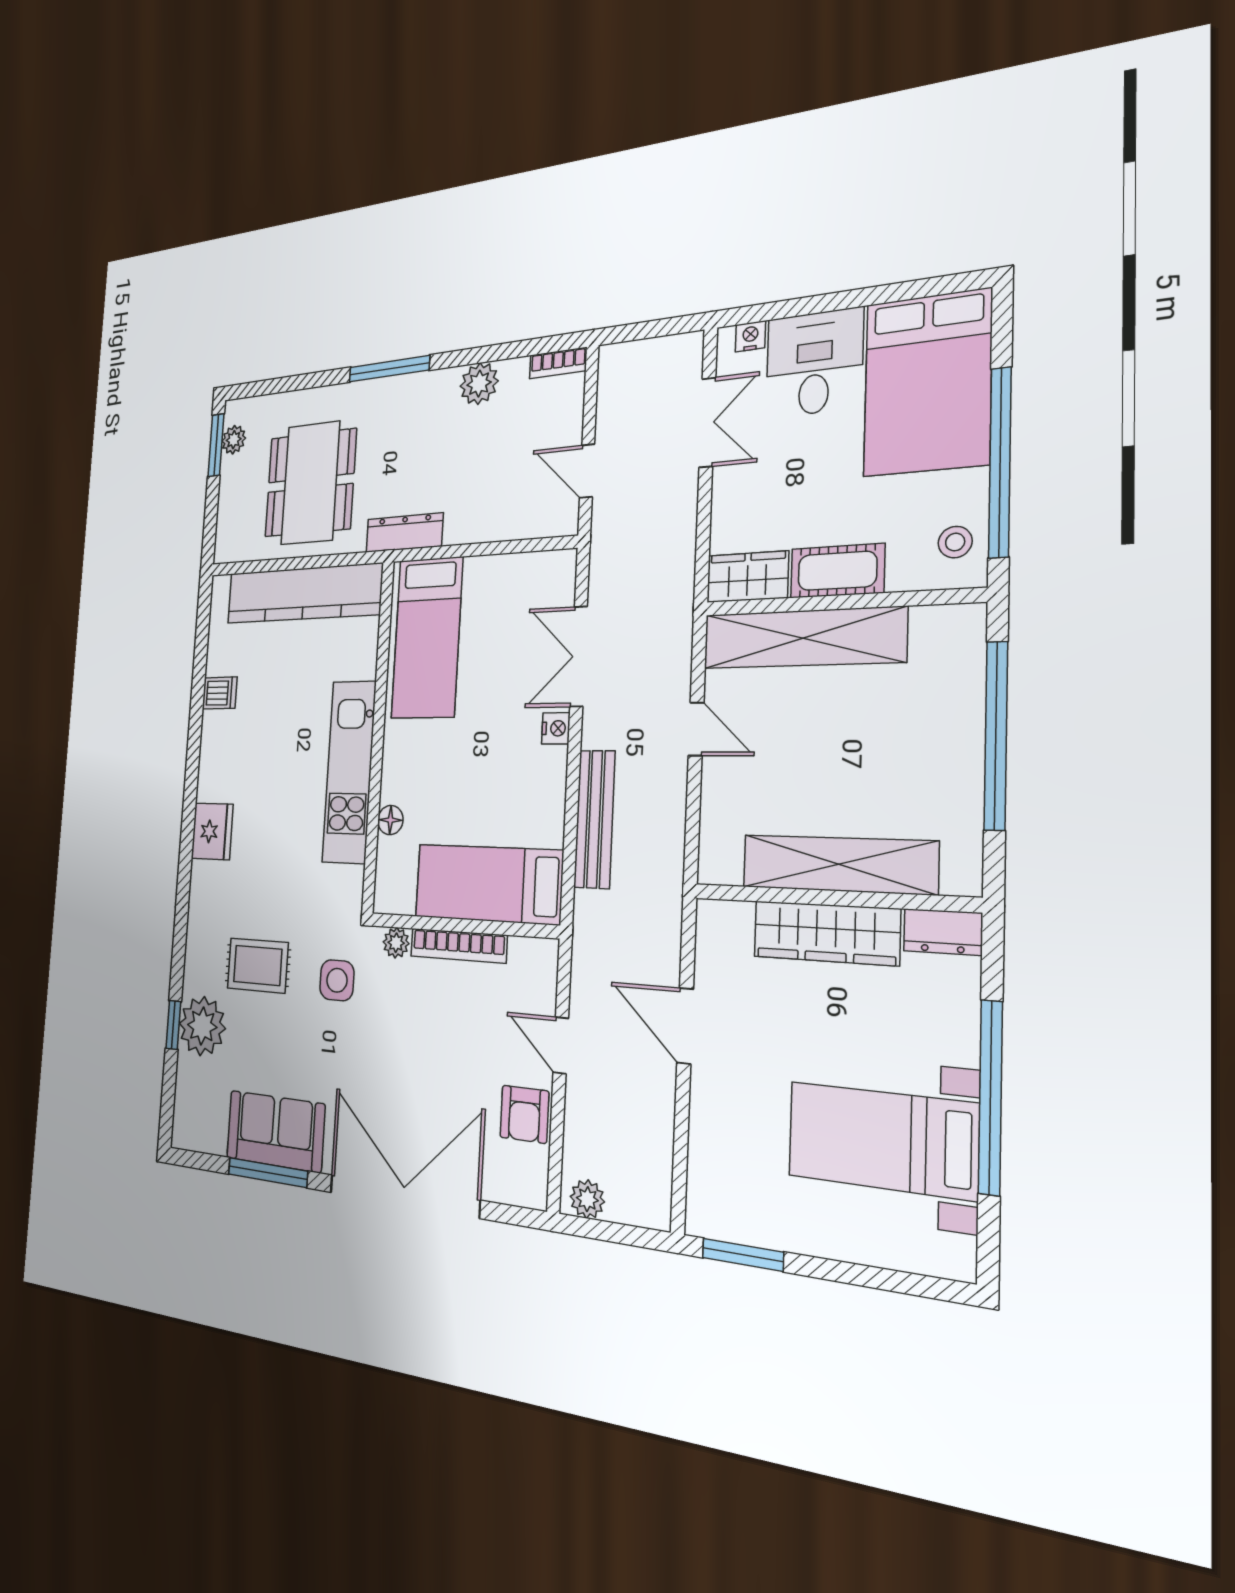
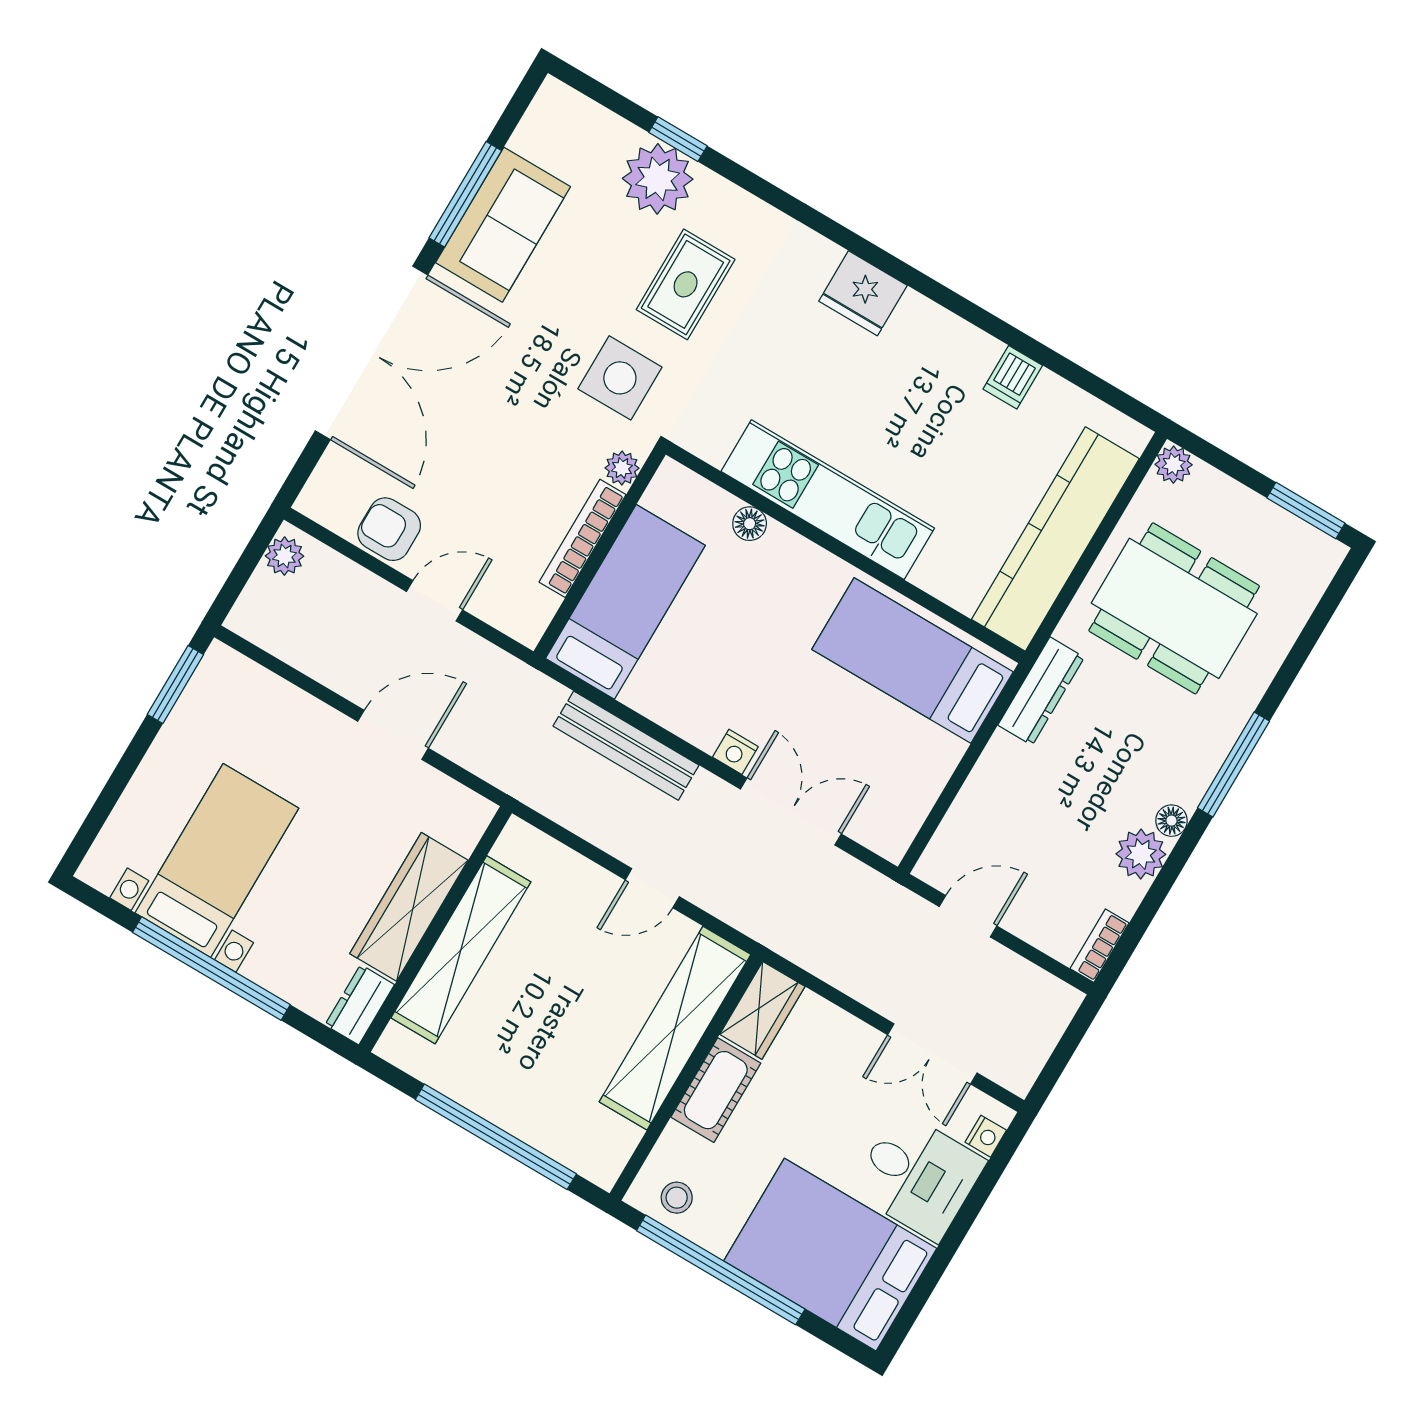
floor lamp: (446, 381) -> (1171, 821), added
plant: (234, 440) -> (1174, 465), moved
side table: (337, 980) -> (620, 378), width x1.37, depth x1.37

